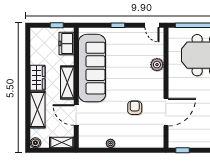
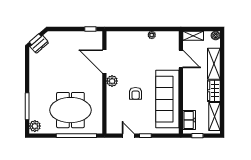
door: (152, 25) -> (128, 136), moved
plant: (157, 65) -> (112, 81), moved
shelving: (67, 82) -> (214, 116), moved
armchair: (135, 108) -> (136, 93), moved
door: (166, 112) -> (104, 62), hinge flipped

